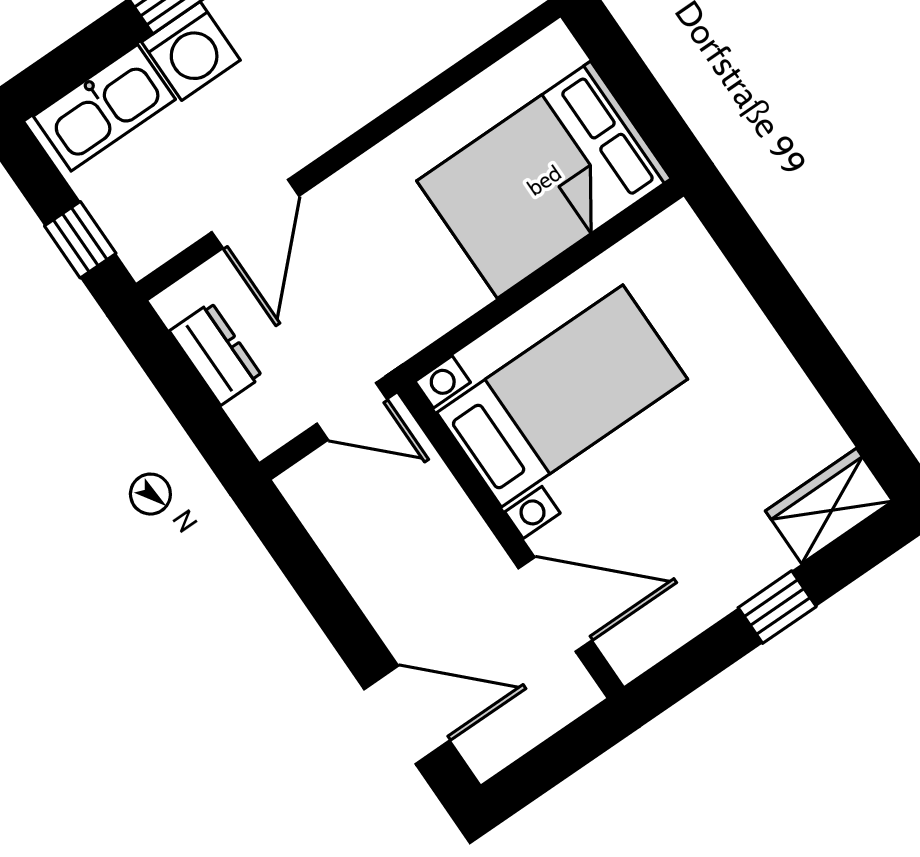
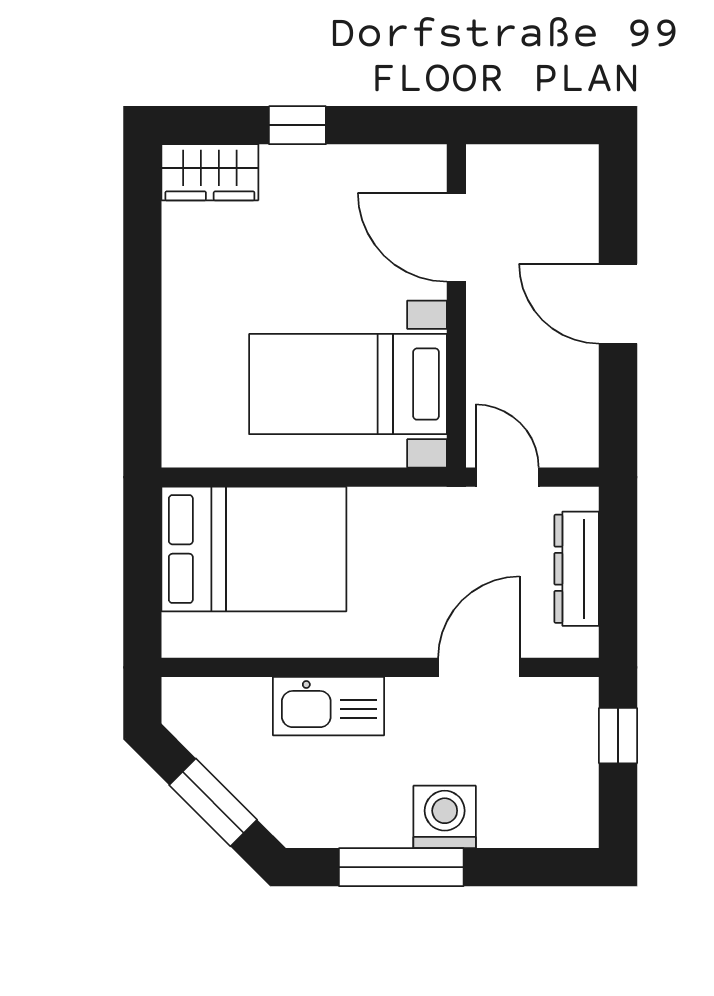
kitchen sink: (104, 108) -> (328, 706), moved, turned 180
dresser: (216, 354) -> (577, 569), width x1.44
door: (407, 715) -> (618, 304), moved

